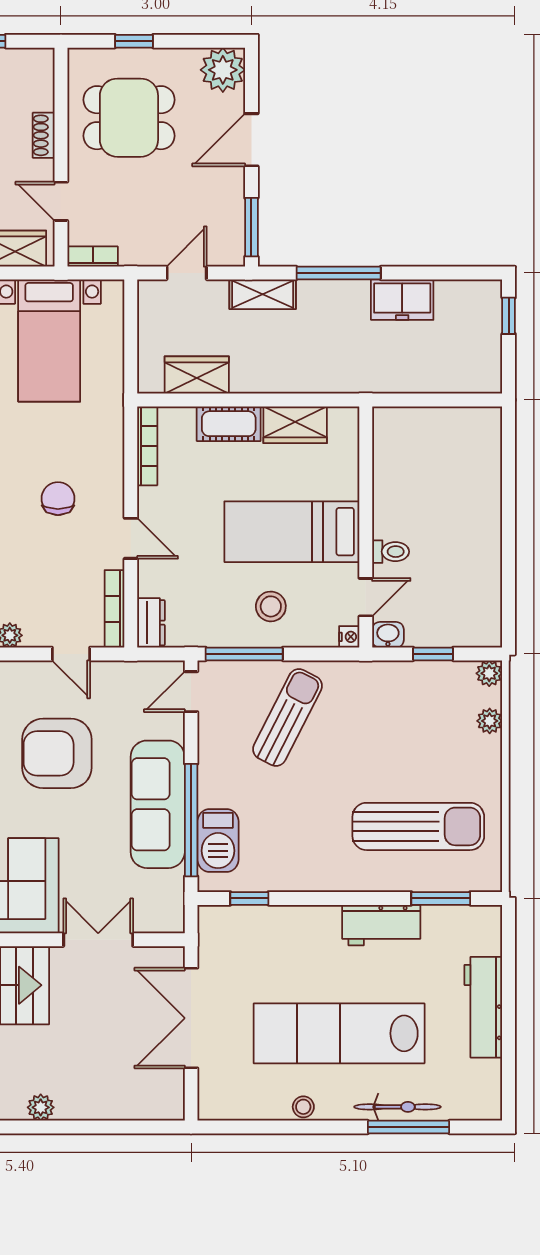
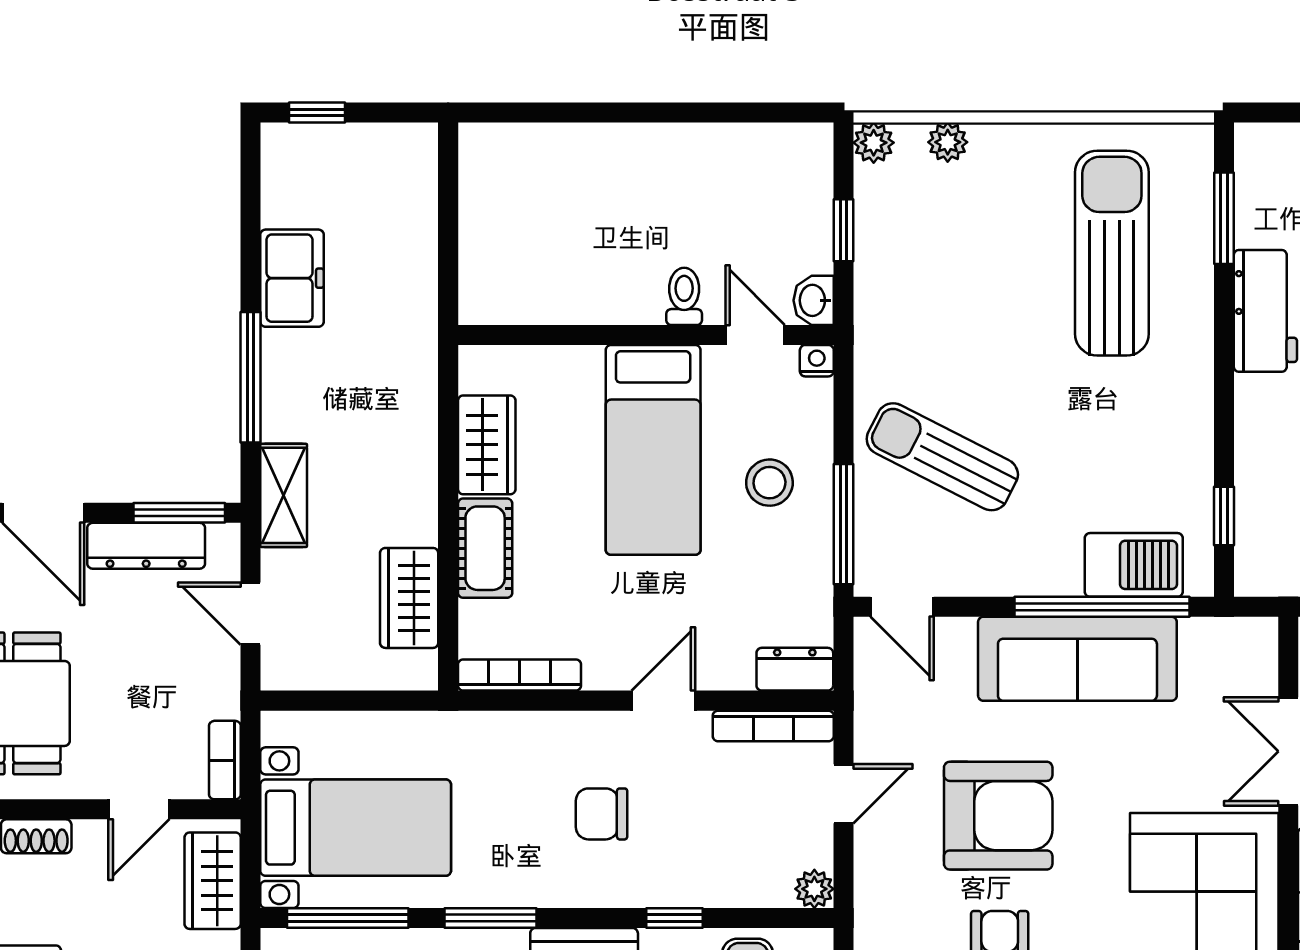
dresser: (230, 206) -> (146, 546), added
armchair: (57, 753) -> (998, 816), turned -90

